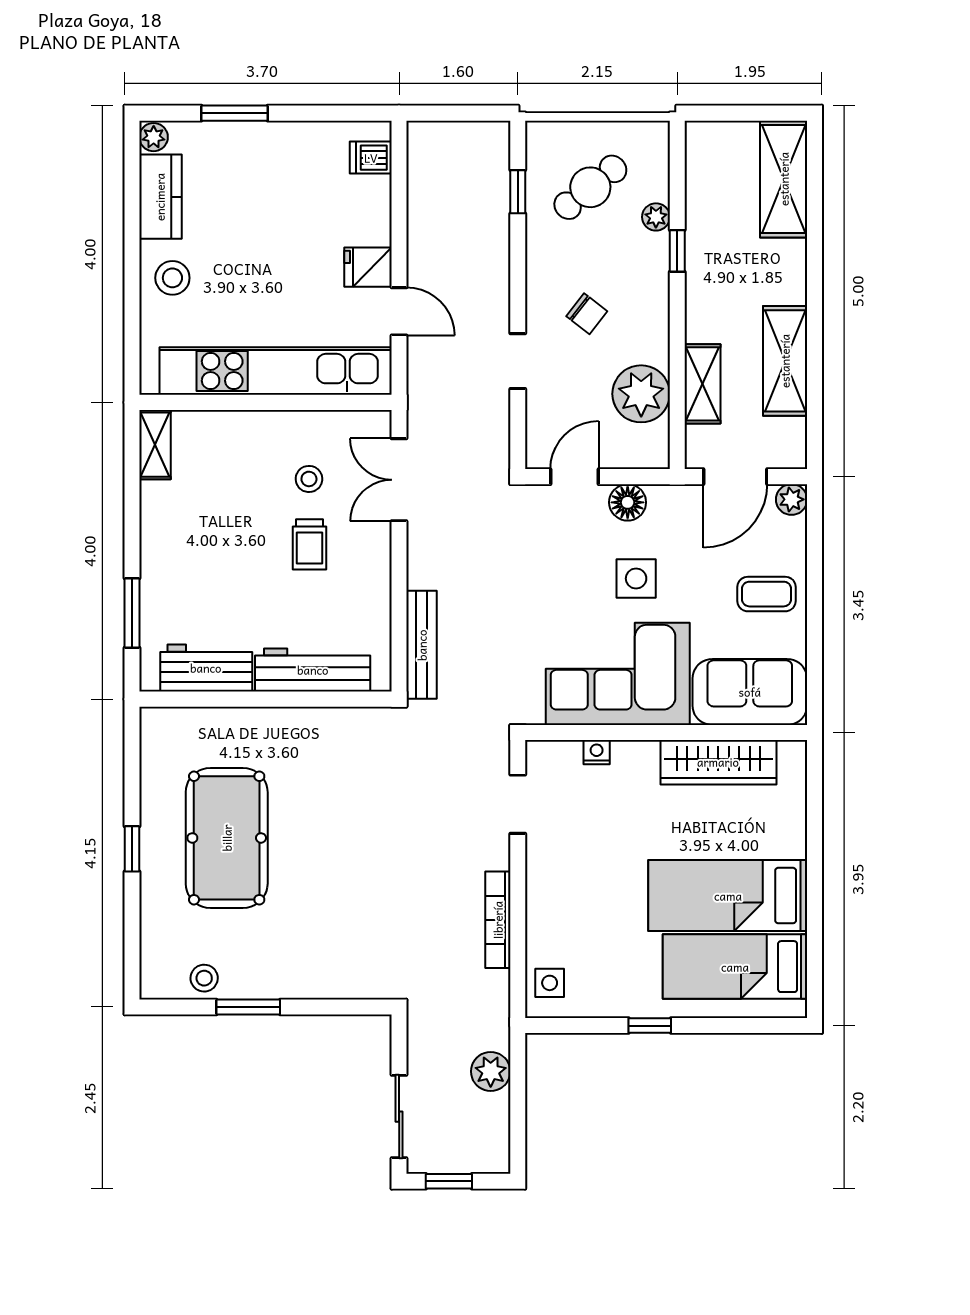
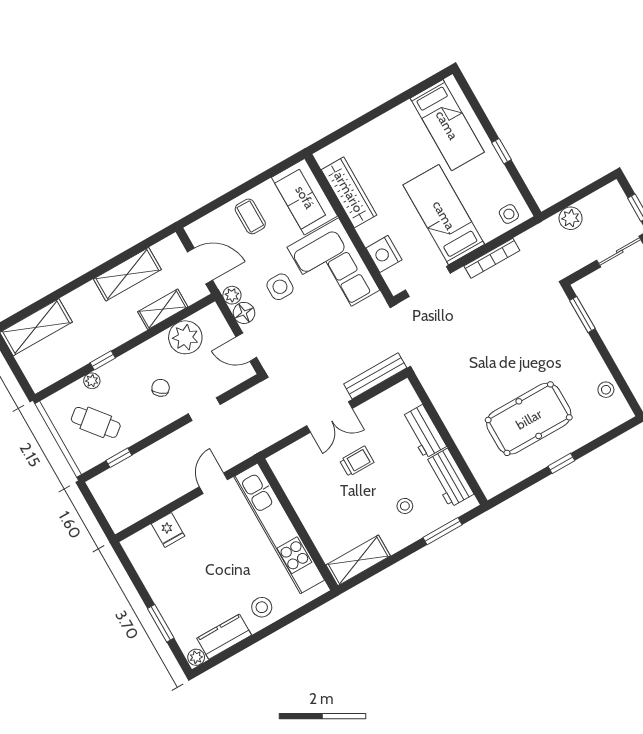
dishwasher: (371, 158) -> (144, 542), removed
fridge: (368, 267) -> (168, 530), moved
shelving: (155, 445) -> (358, 560), width x1.50, depth x1.33
stool: (309, 479) -> (405, 506), moved
double door: (399, 480) -> (329, 417), moved
plant: (792, 499) -> (232, 295), moved
workbench: (313, 670) -> (424, 432), width x0.73
nightstand: (597, 752) -> (384, 254), width x1.89, depth x1.79
doorway: (518, 804) -> (428, 282), width x1.38
bed: (728, 896) -> (444, 215), moved, turned 180
window: (248, 1007) -> (582, 314), moved

